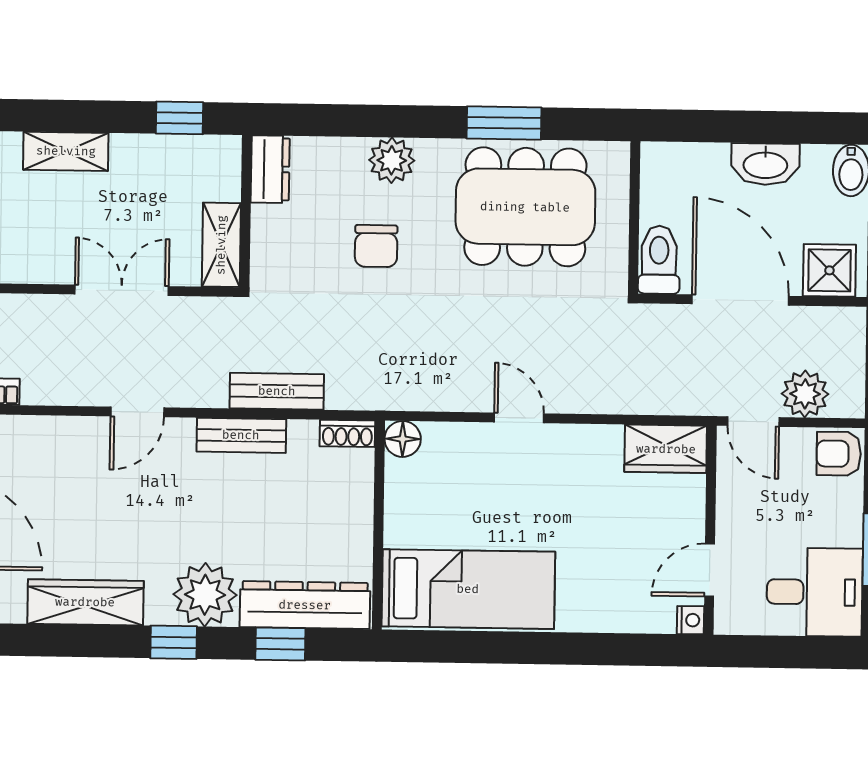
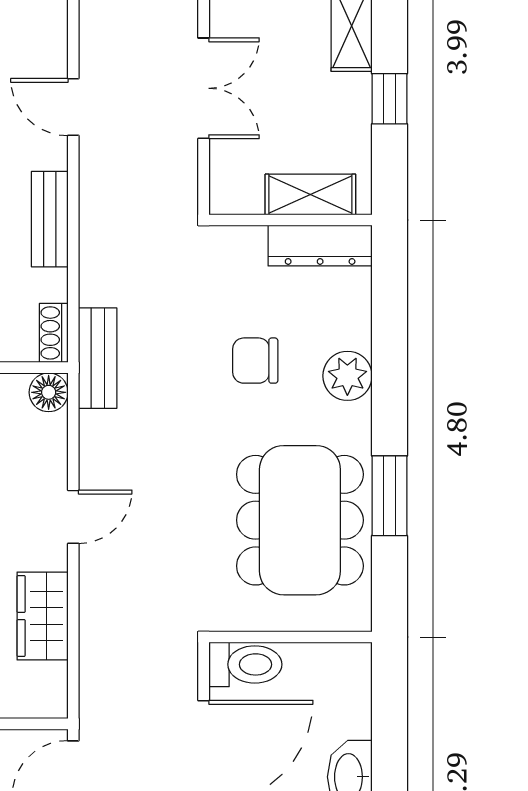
window: (180, 118) -> (389, 99), moved
dresser: (270, 169) -> (320, 246), width x1.44
shelving: (221, 245) -> (310, 194), moved
bench: (277, 391) -> (98, 358), moved
wardrobe: (666, 449) -> (43, 616), moved

